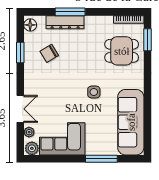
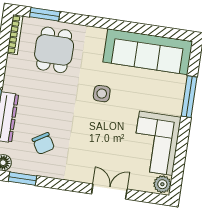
window: (20, 53) -> (23, 179), moved
plant: (29, 132) -> (141, 185), removed

